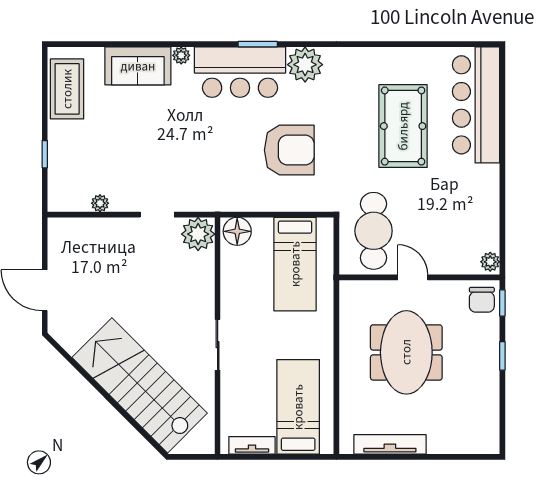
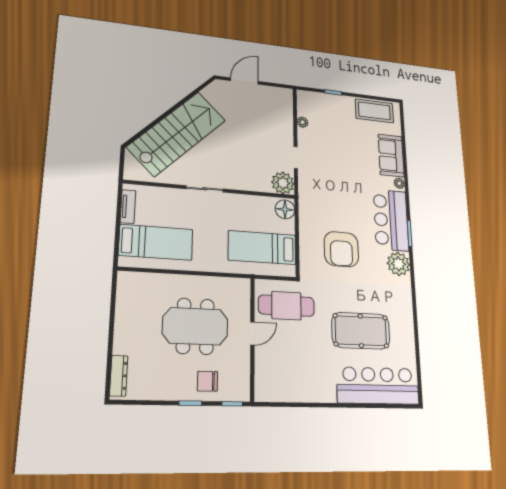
plant: (490, 262) -> (264, 394), removed
chair: (482, 300) -> (207, 381), moved
tv unit: (390, 444) -> (123, 310), removed
dresser: (471, 445) -> (119, 376), added

